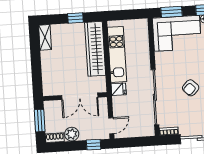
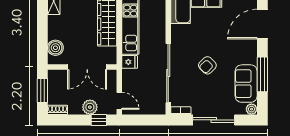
boiler: (49, 80) -> (55, 48), added
door: (111, 126) -> (119, 101), hinge flipped
plant: (72, 134) -> (90, 107), moved

